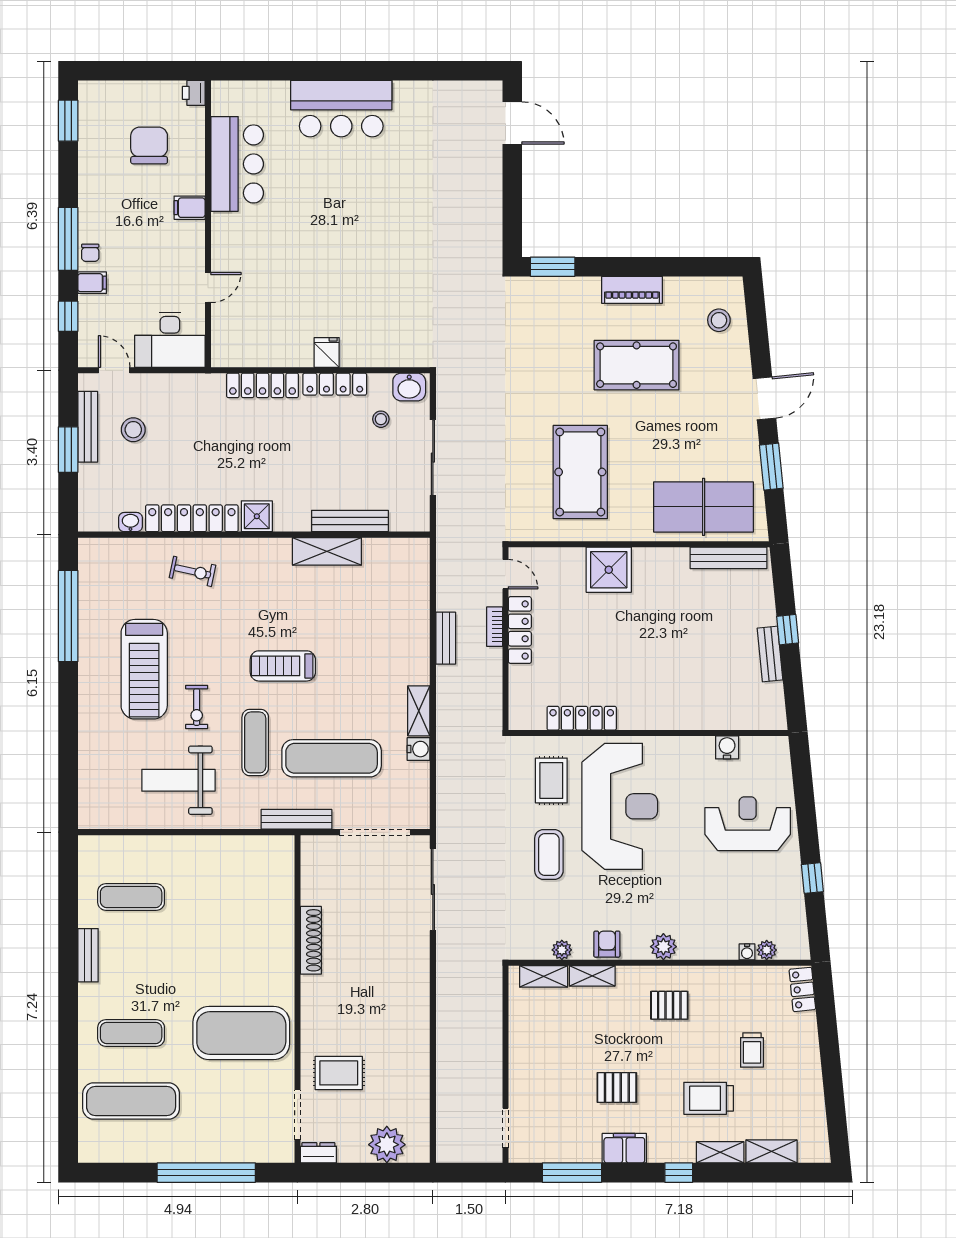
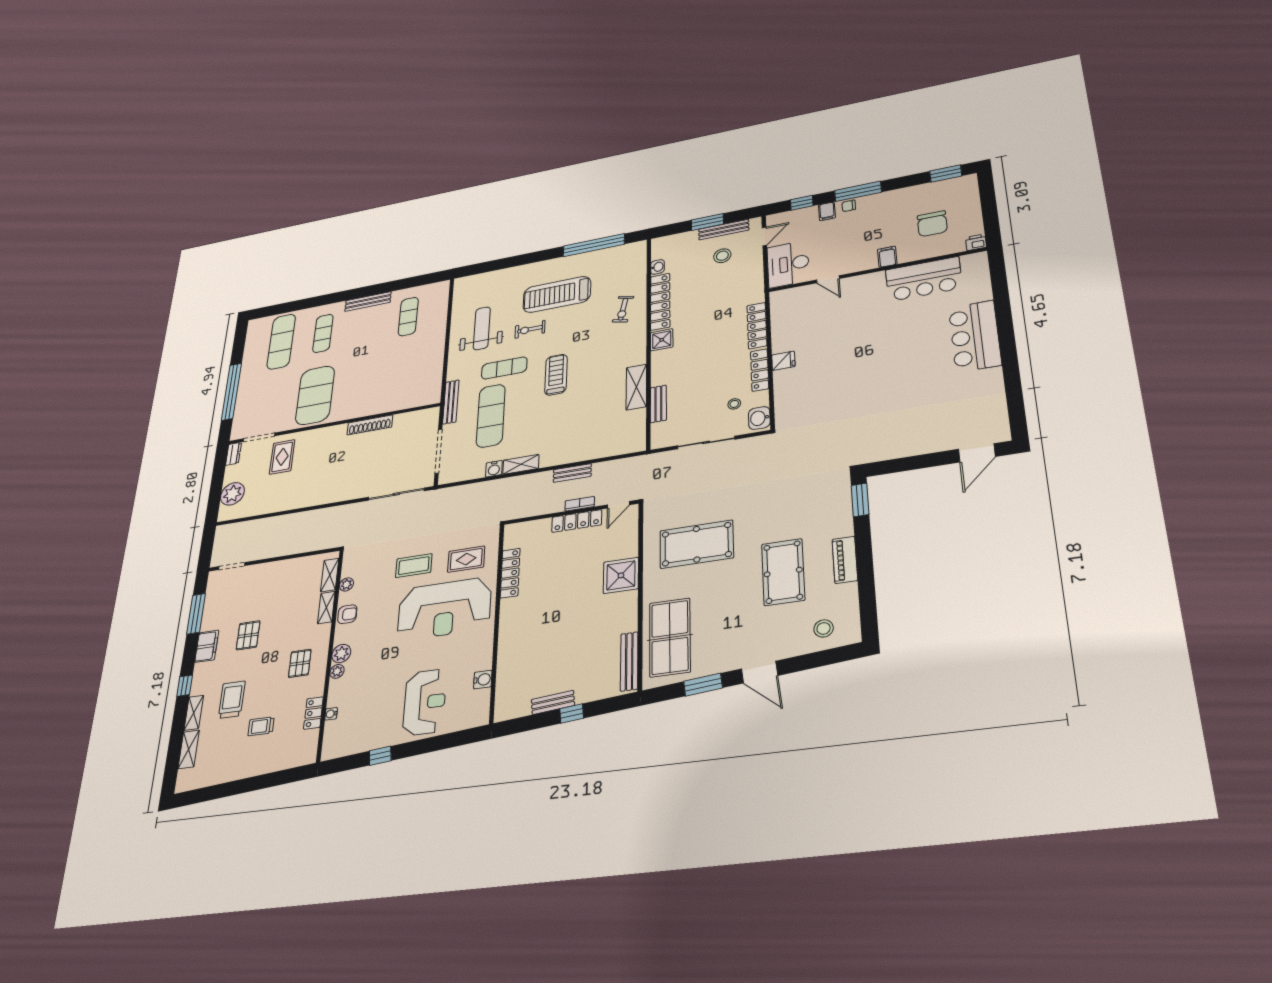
chair: (149, 145) -> (932, 224), turned 90
bench: (350, 521) -> (658, 404), width x0.73
plant: (767, 950) -> (337, 671), moved
bench: (88, 955) -> (368, 302), width x1.36
locker: (802, 989) -> (313, 713), moved, turned -84

